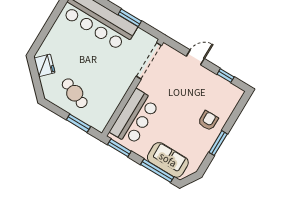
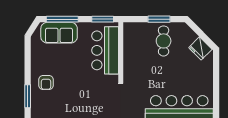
cafe table: (75, 93) -> (164, 41), turned 68
window: (78, 123) -> (159, 19), moved
window: (218, 143) -> (28, 96), moved

